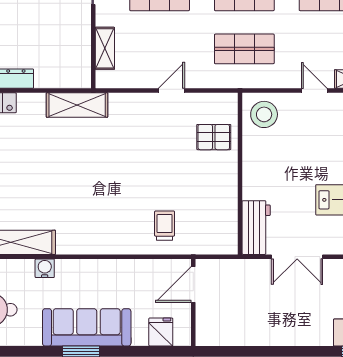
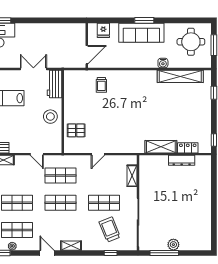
door: (314, 91) -> (37, 154), moved
shelving: (77, 105) -> (161, 147), moved
stool: (264, 114) -> (50, 117), moved

